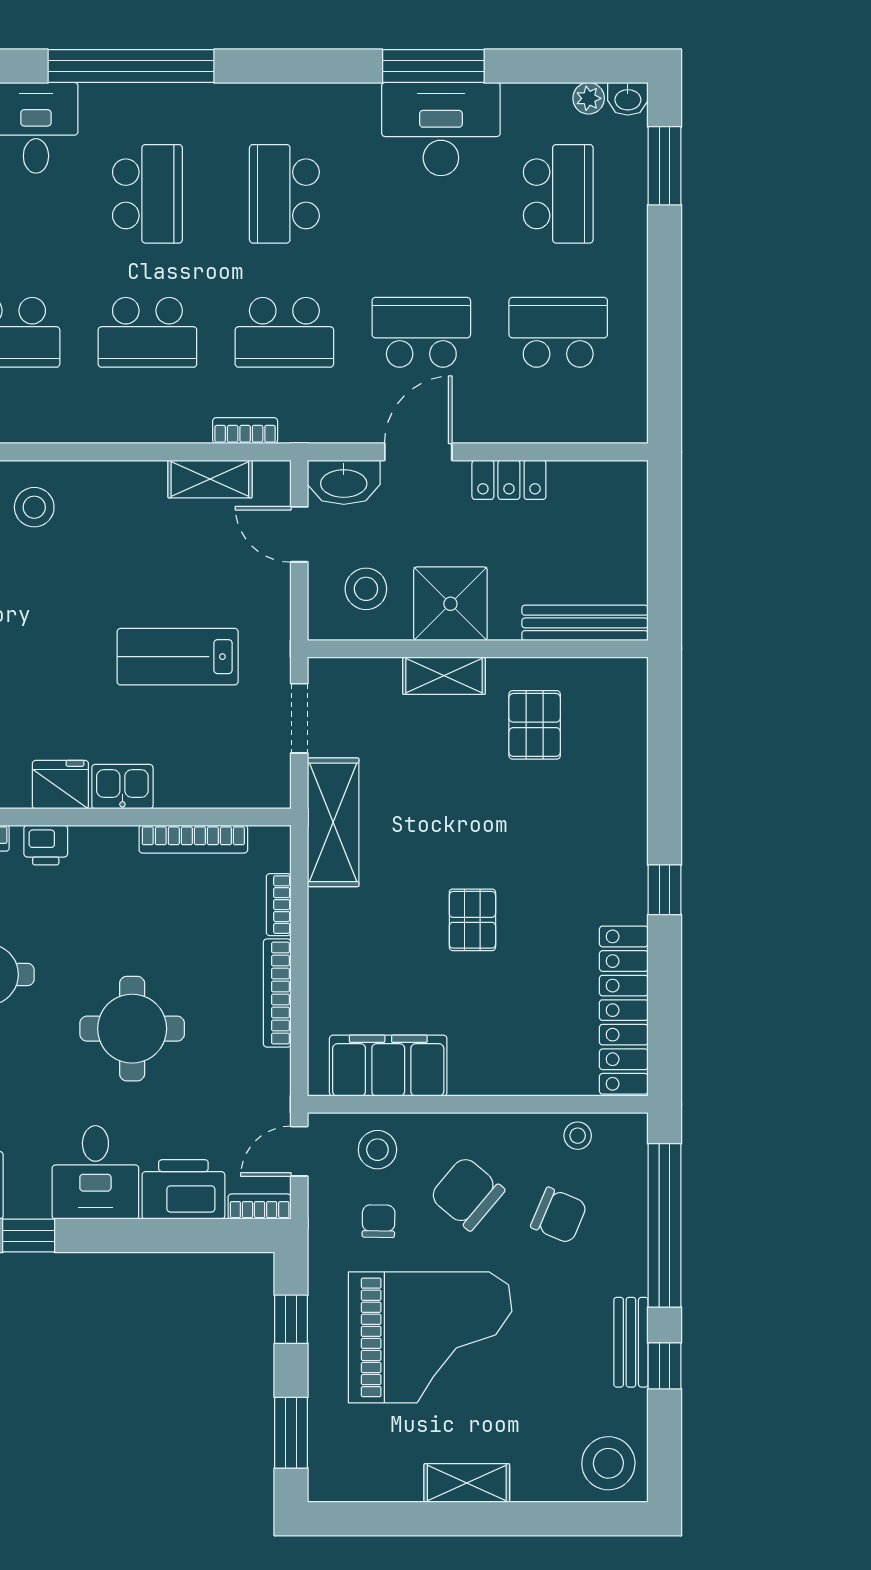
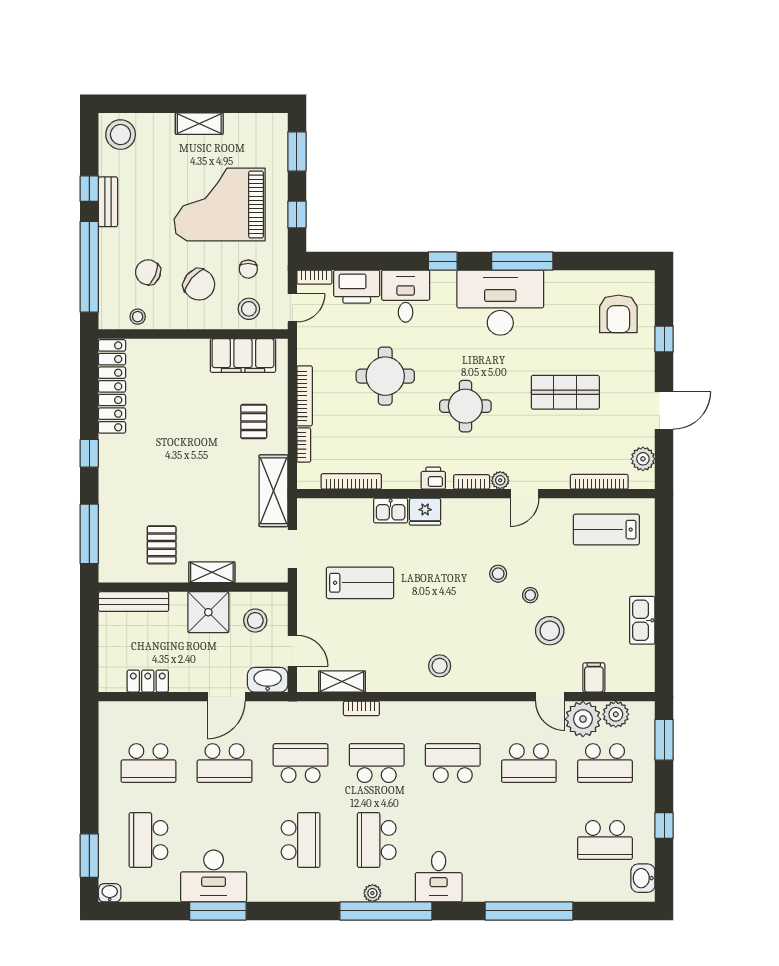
plant: (589, 98) -> (372, 893), moved
bookcase: (245, 431) -> (361, 708), moved
locker: (509, 480) -> (148, 681), moved
window: (664, 745) -> (89, 534), added
pallet: (472, 920) -> (254, 421), moved

